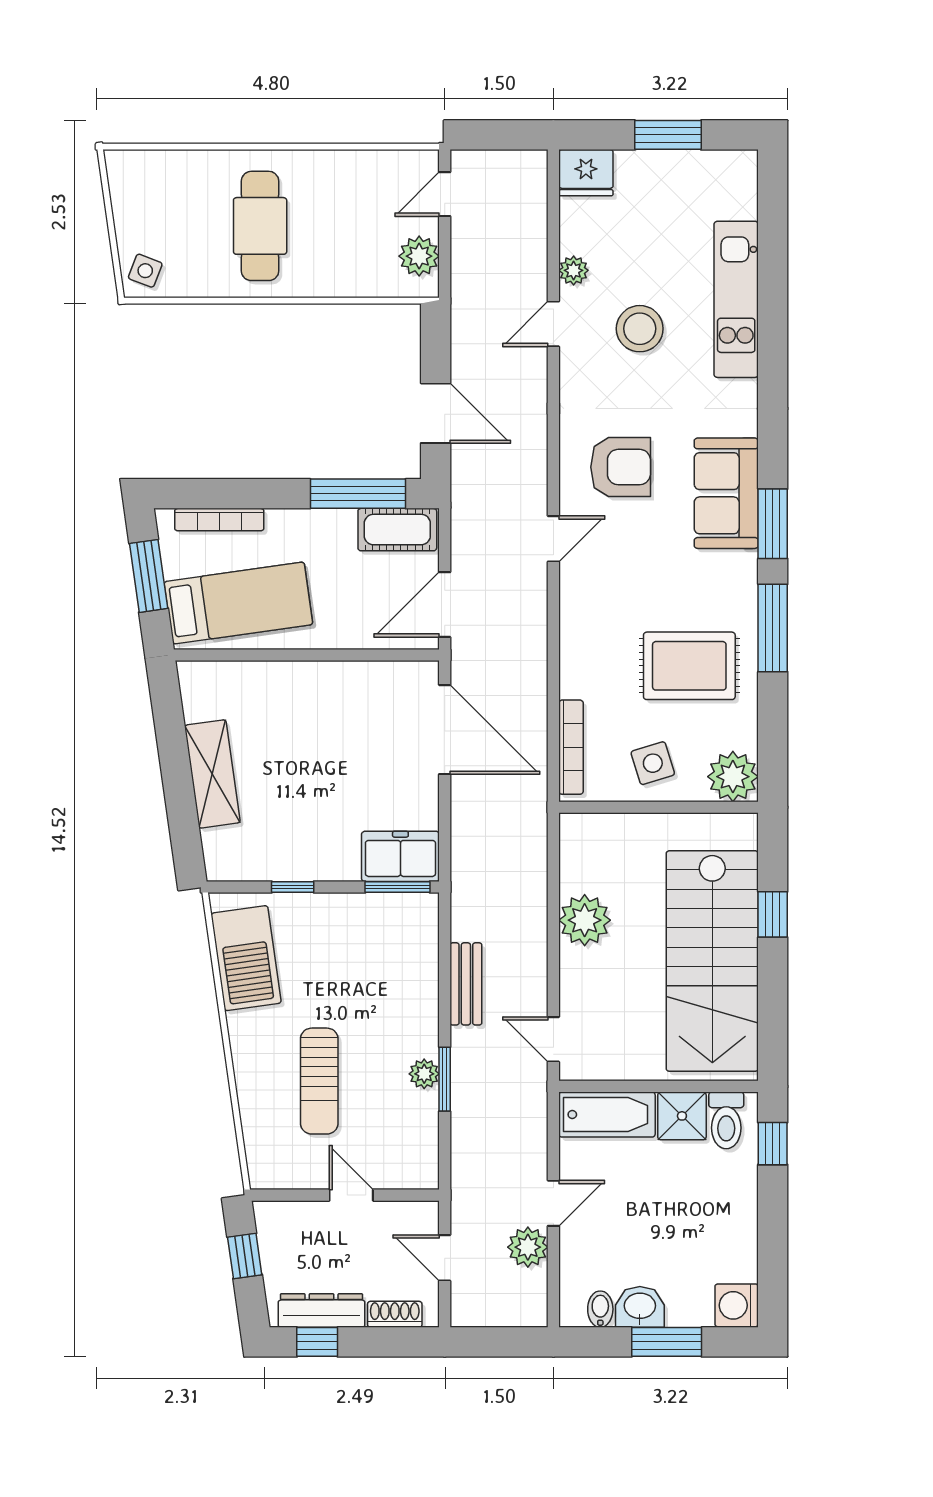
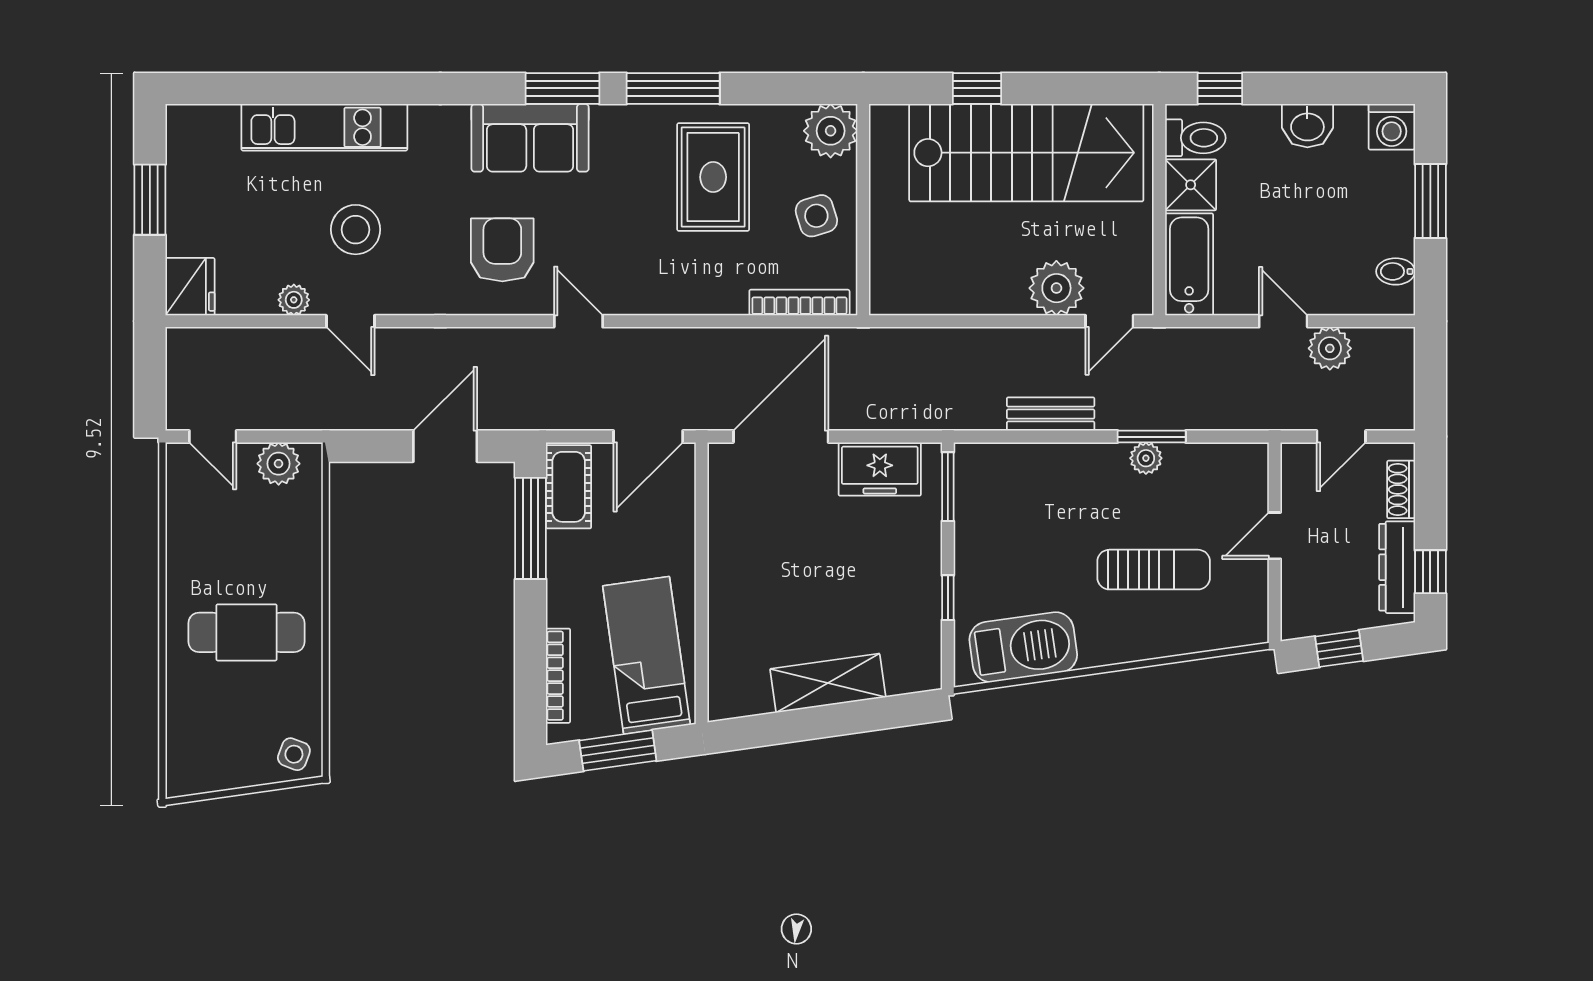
door: (445, 605) -> (648, 437), hinge flipped
freezer: (400, 856) -> (880, 469), moved, turned -90
plant: (585, 920) -> (1056, 288), moved
washbasin: (640, 1307) -> (1307, 126), moved, turned -90

